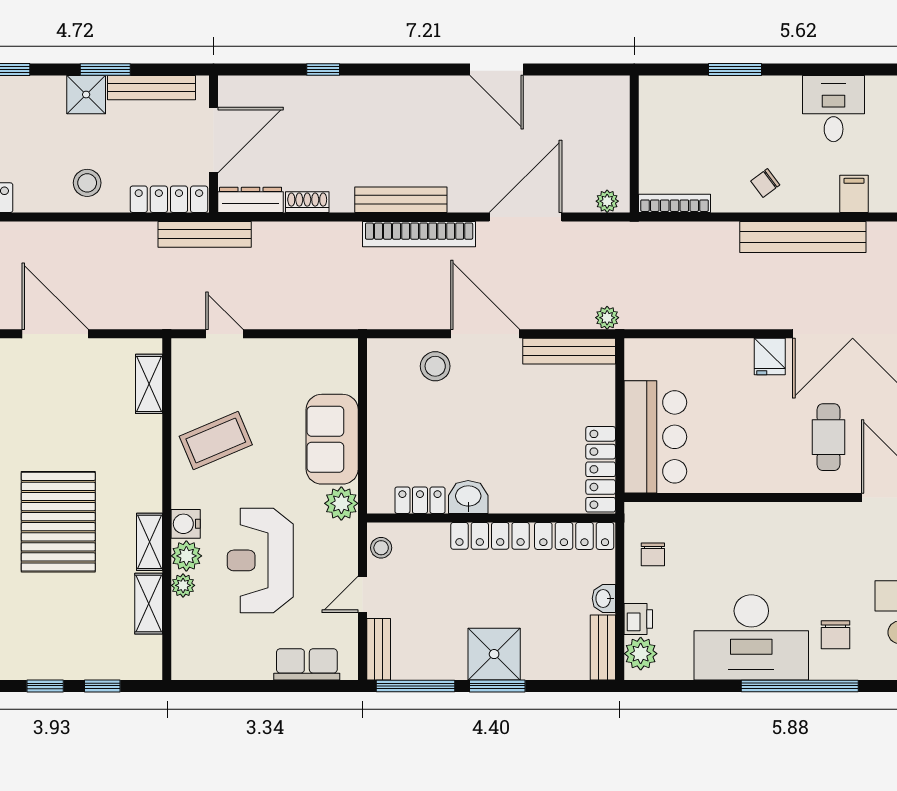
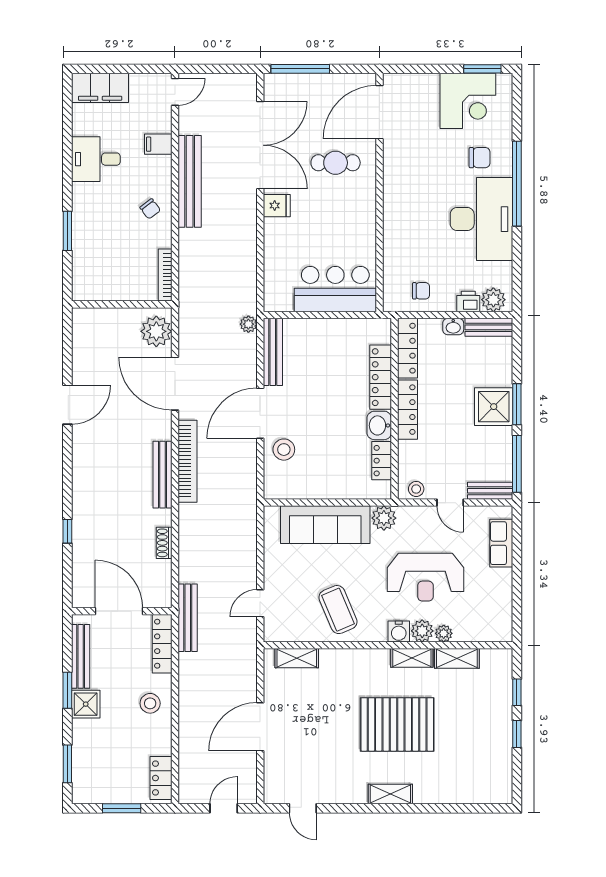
dresser: (251, 200) -> (162, 584), removed
plant: (607, 201) -> (156, 331), width x1.88, depth x1.88
sofa: (332, 439) -> (325, 525), width x1.36
locker: (601, 469) -> (381, 377), moved, turned 90

